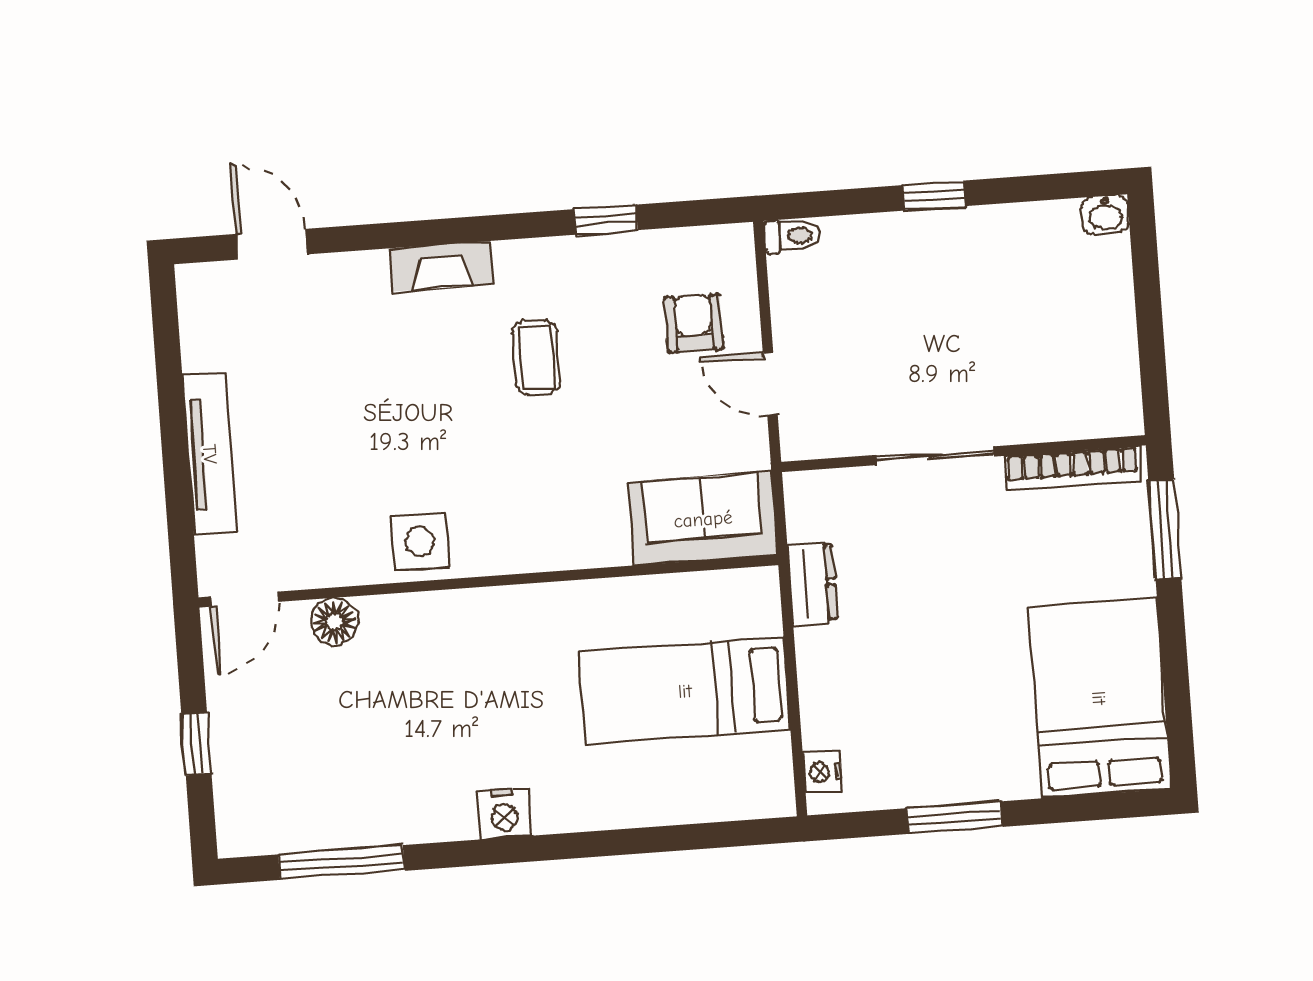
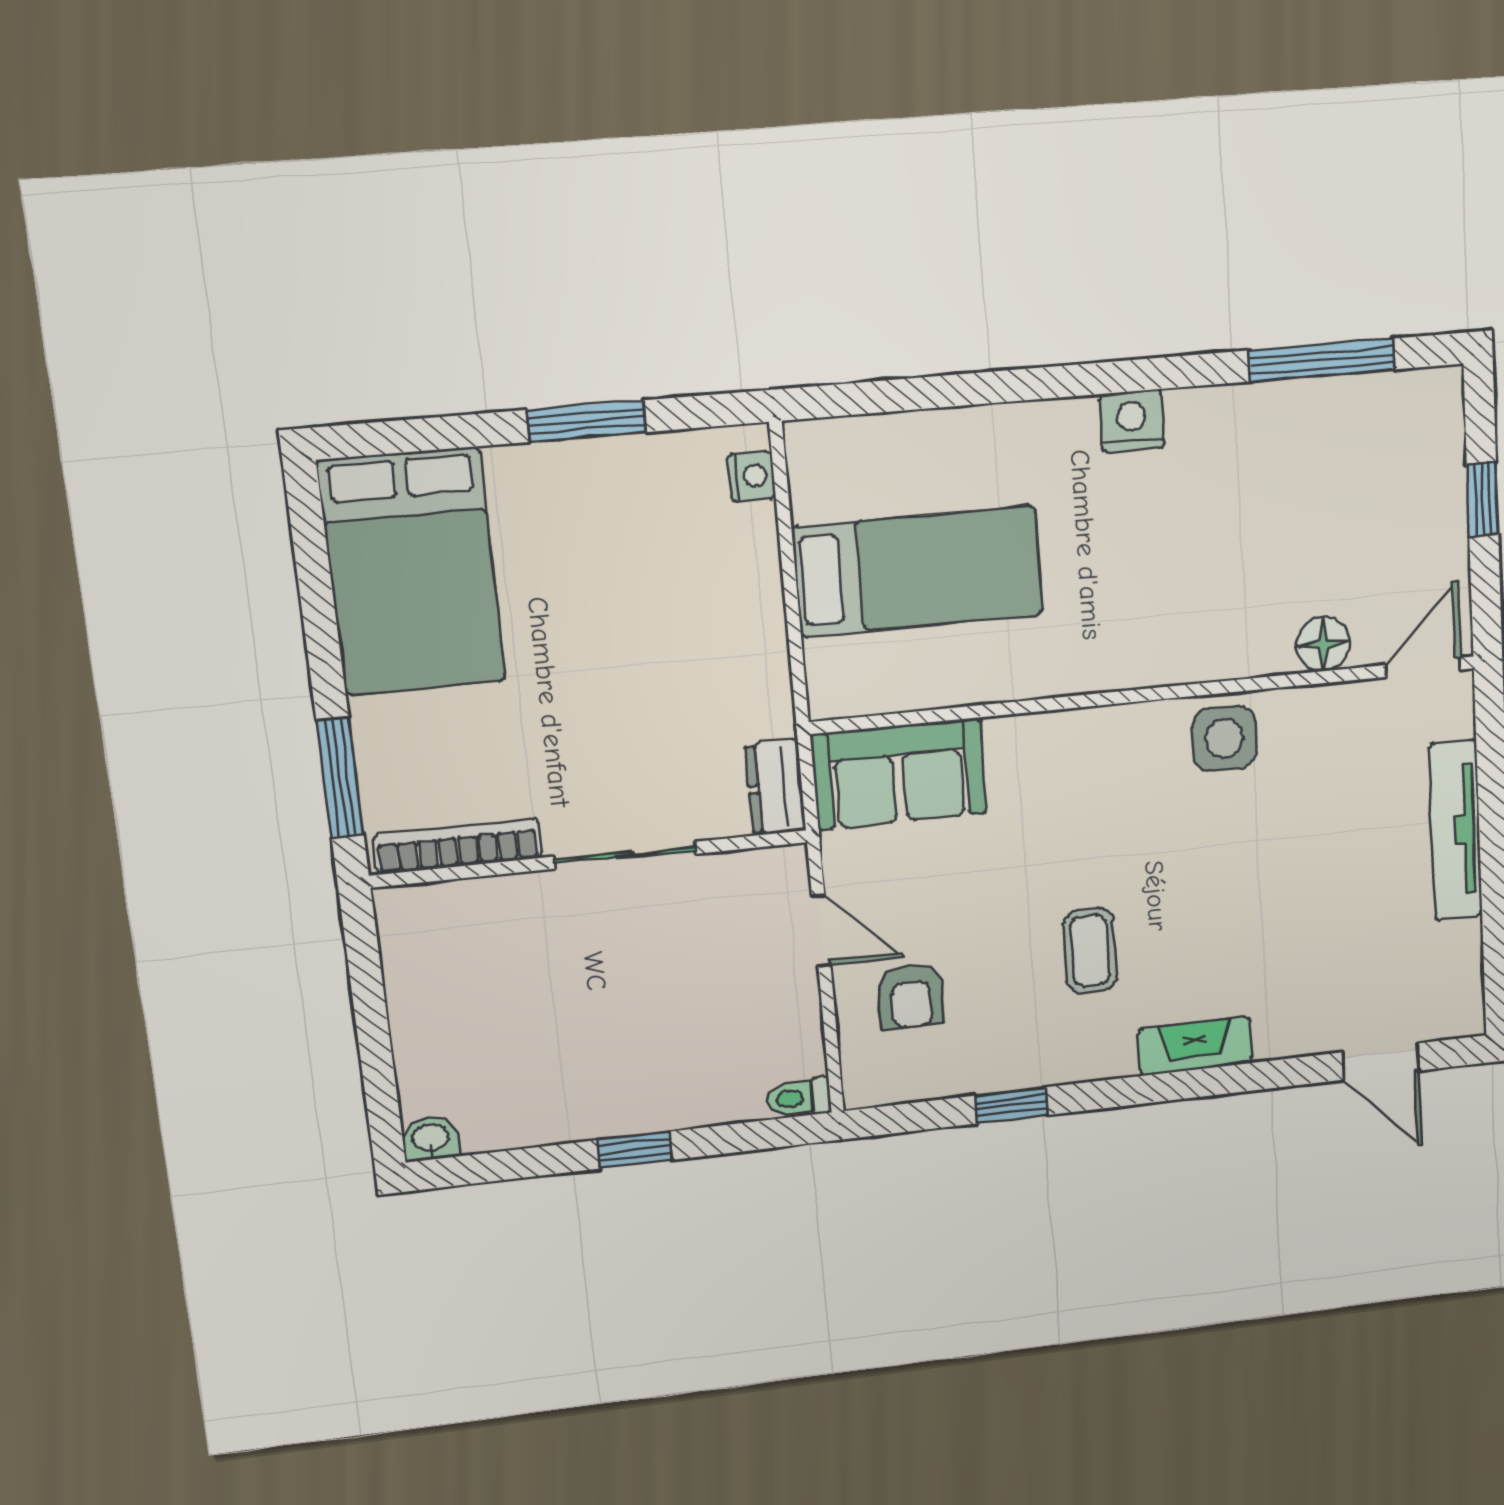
dresser: (812, 583) -> (776, 787), moved

